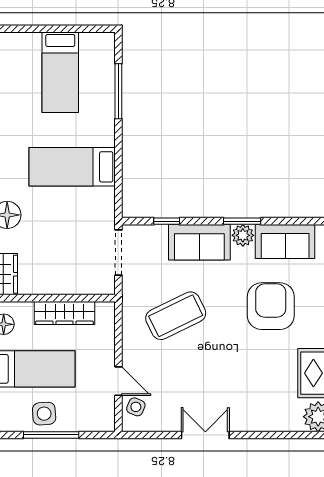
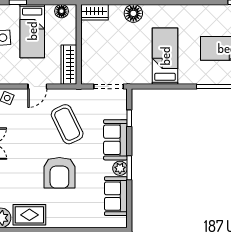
armchair: (271, 306) -> (59, 173), moved, turned 90
wardrobe: (64, 313) -> (69, 65), moved
door: (118, 381) -> (37, 87), moved

